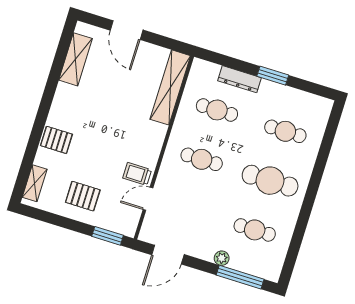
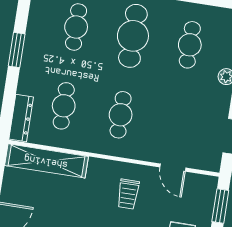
dresser: (239, 79) -> (21, 118), moved
trolley: (137, 174) -> (128, 194), moved

